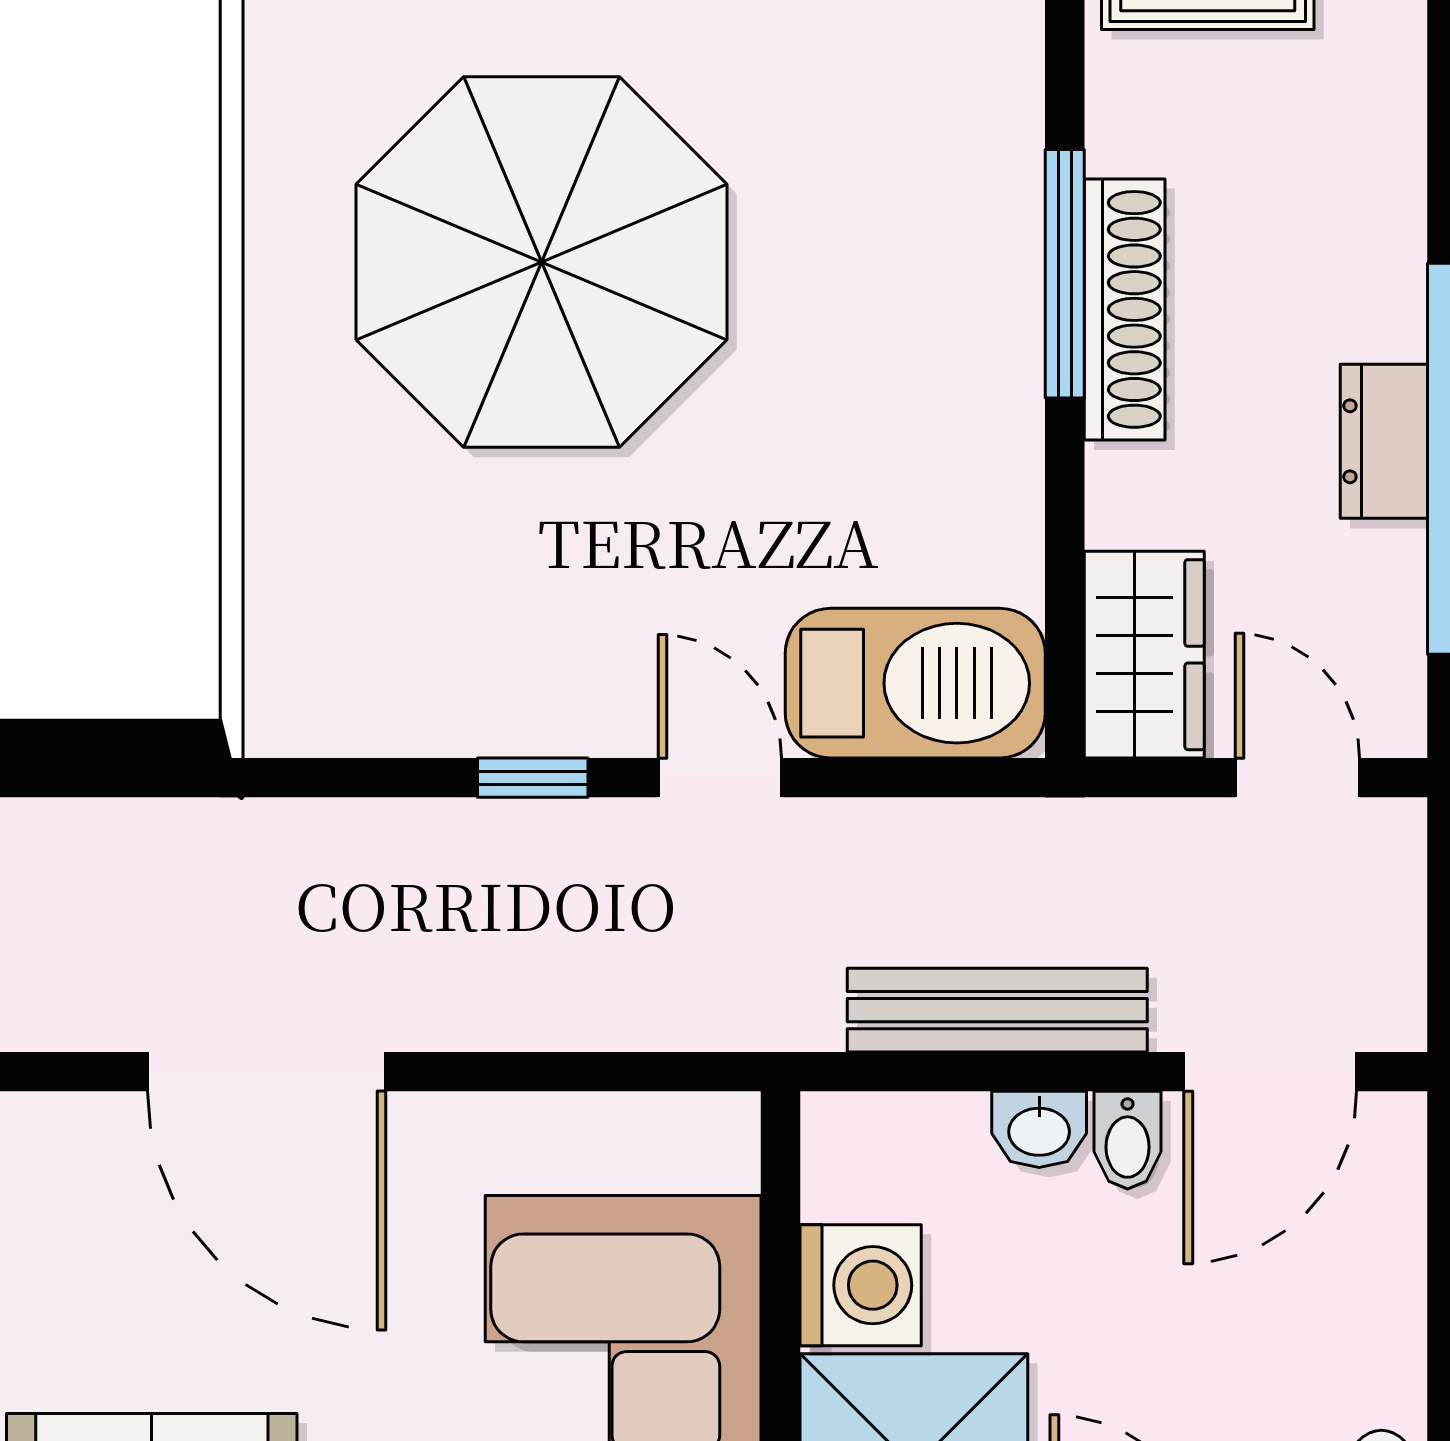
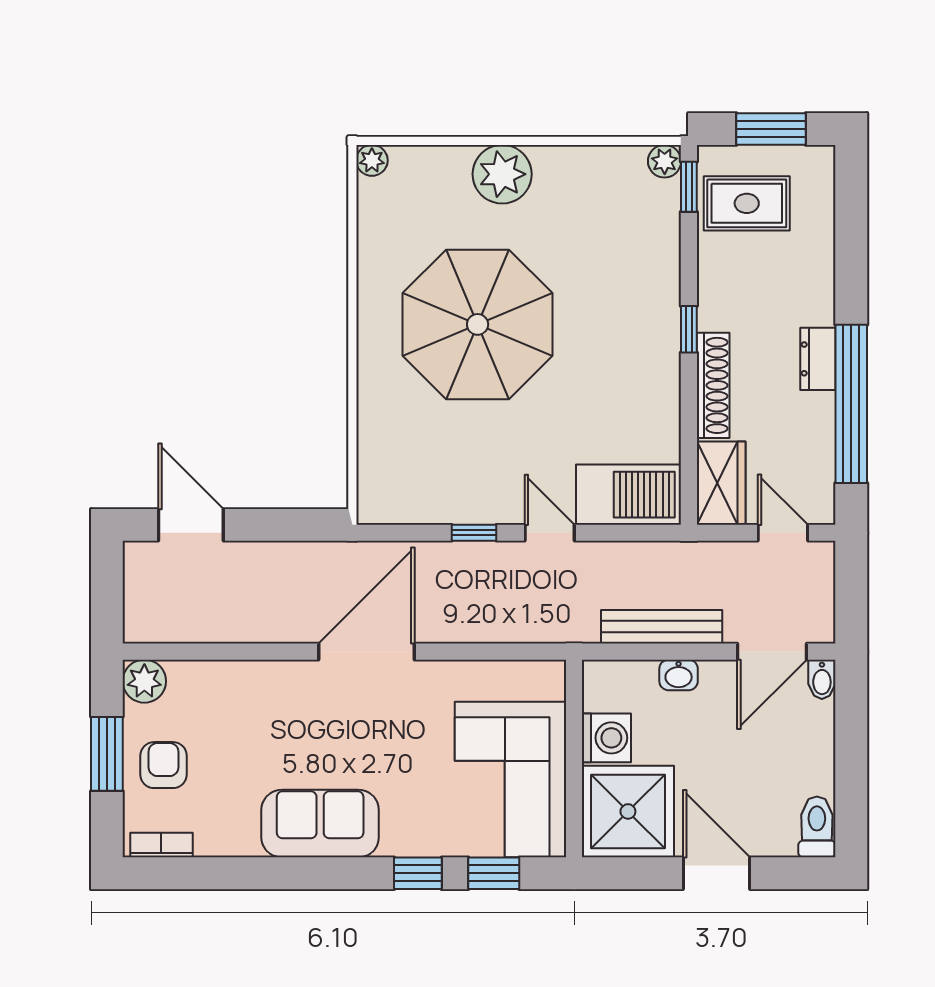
window: (1065, 274) -> (689, 329), width x0.46
shoe rack: (1125, 309) -> (713, 385), moved
dresser: (1384, 441) -> (818, 359), moved
door: (267, 1072) -> (366, 652), swing flipped
bidet: (1128, 1140) -> (822, 679), moved

